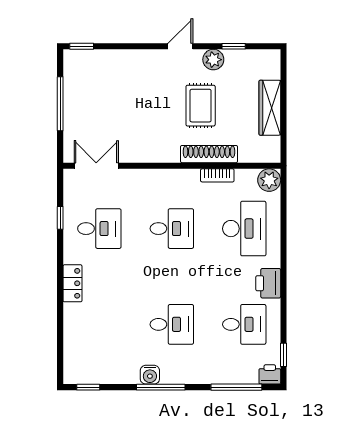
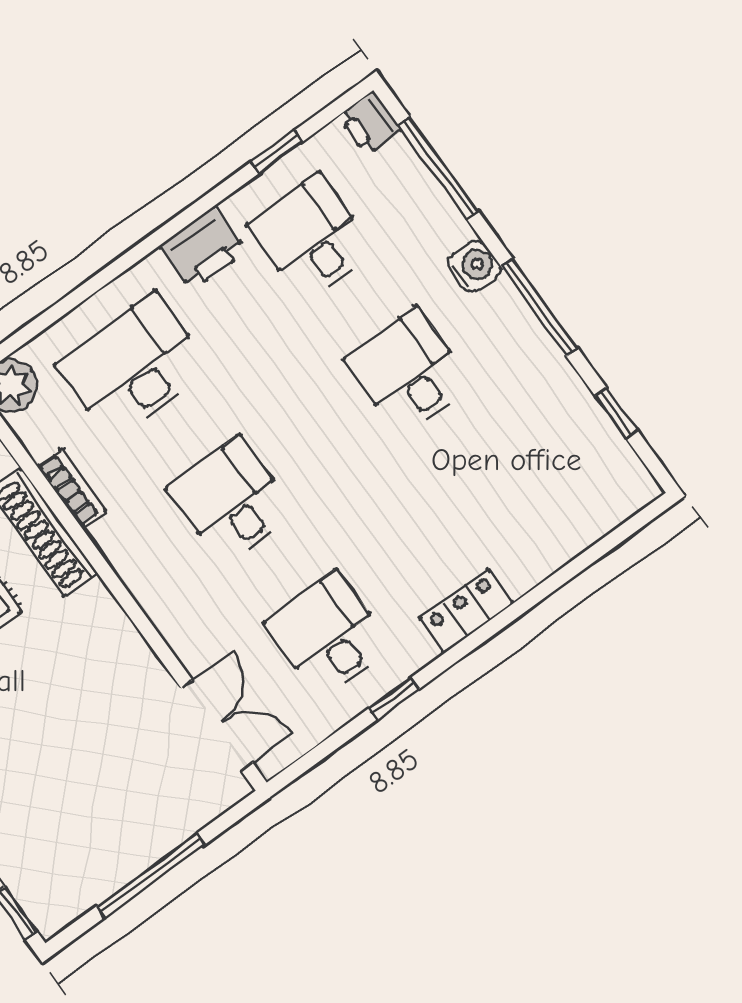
double door: (96, 166) -> (217, 725), swing flipped
window: (60, 218) -> (394, 699), moved
window: (283, 355) -> (276, 152), moved
water cooler: (150, 375) -> (474, 266), moved
window: (88, 387) -> (616, 413), moved

